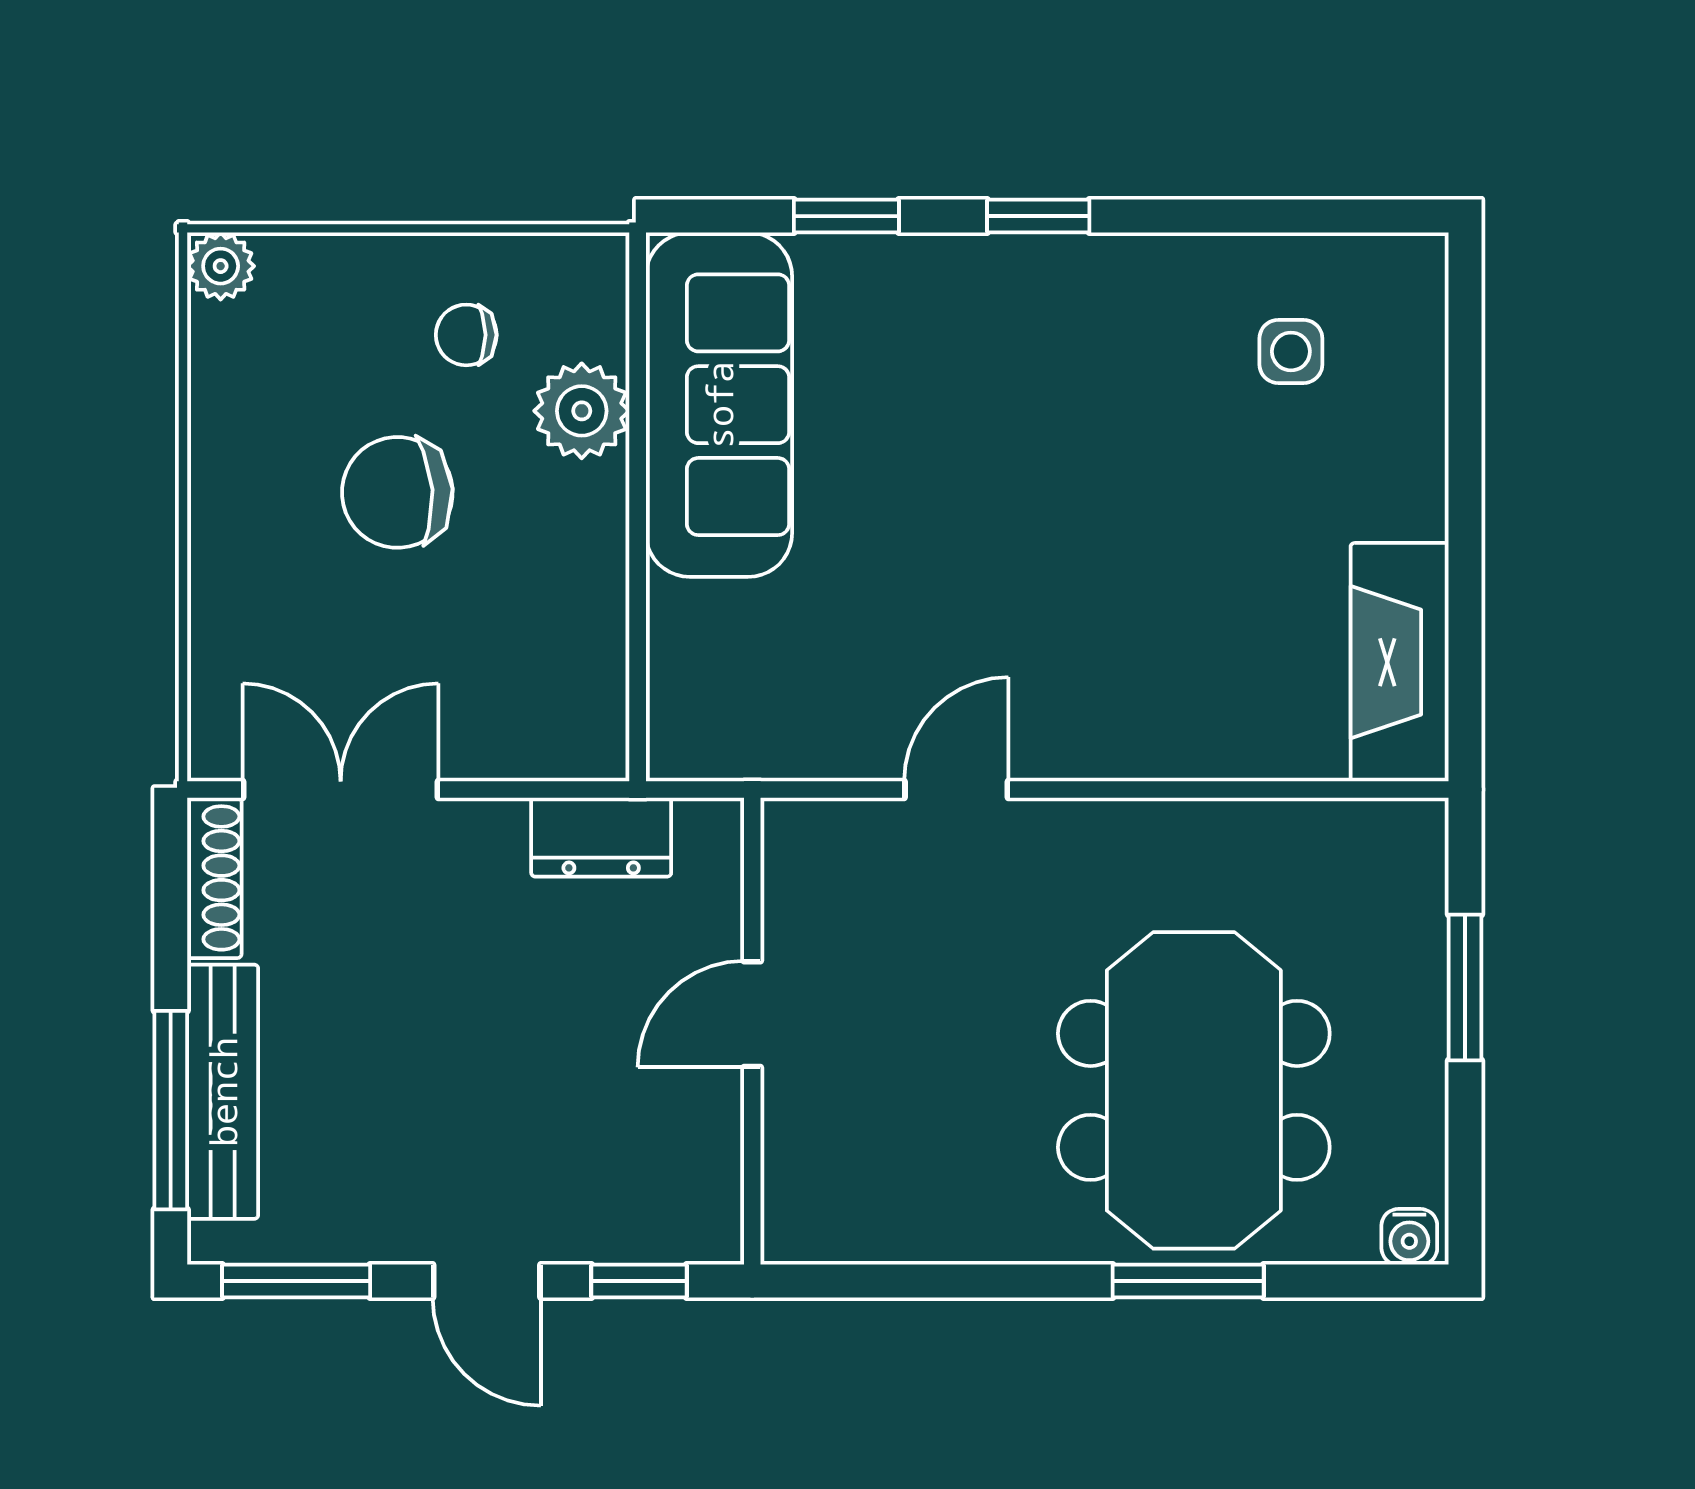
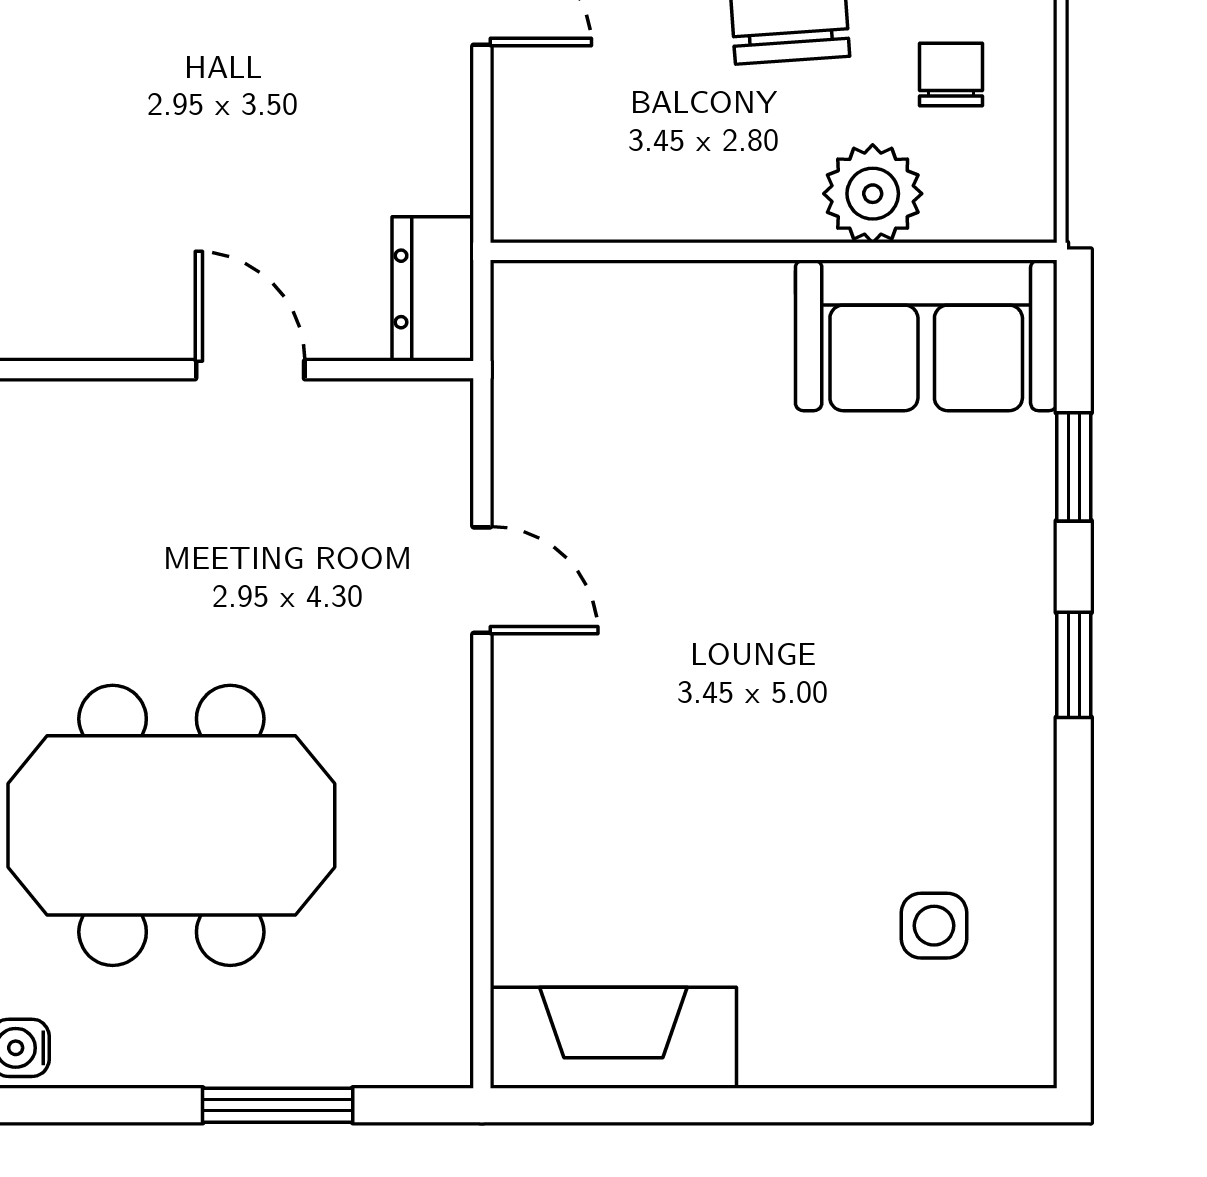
sofa: (719, 405) -> (926, 335), width x0.73
dresser: (601, 837) -> (433, 289), moved

